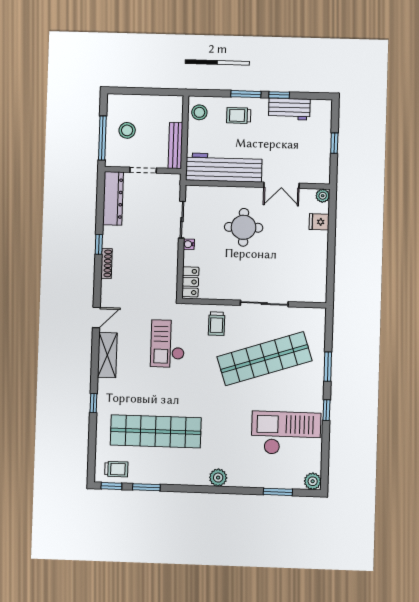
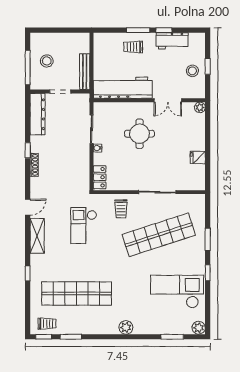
stool: (199, 112) -> (192, 71), moved
fridge: (319, 222) -> (198, 158), moved

